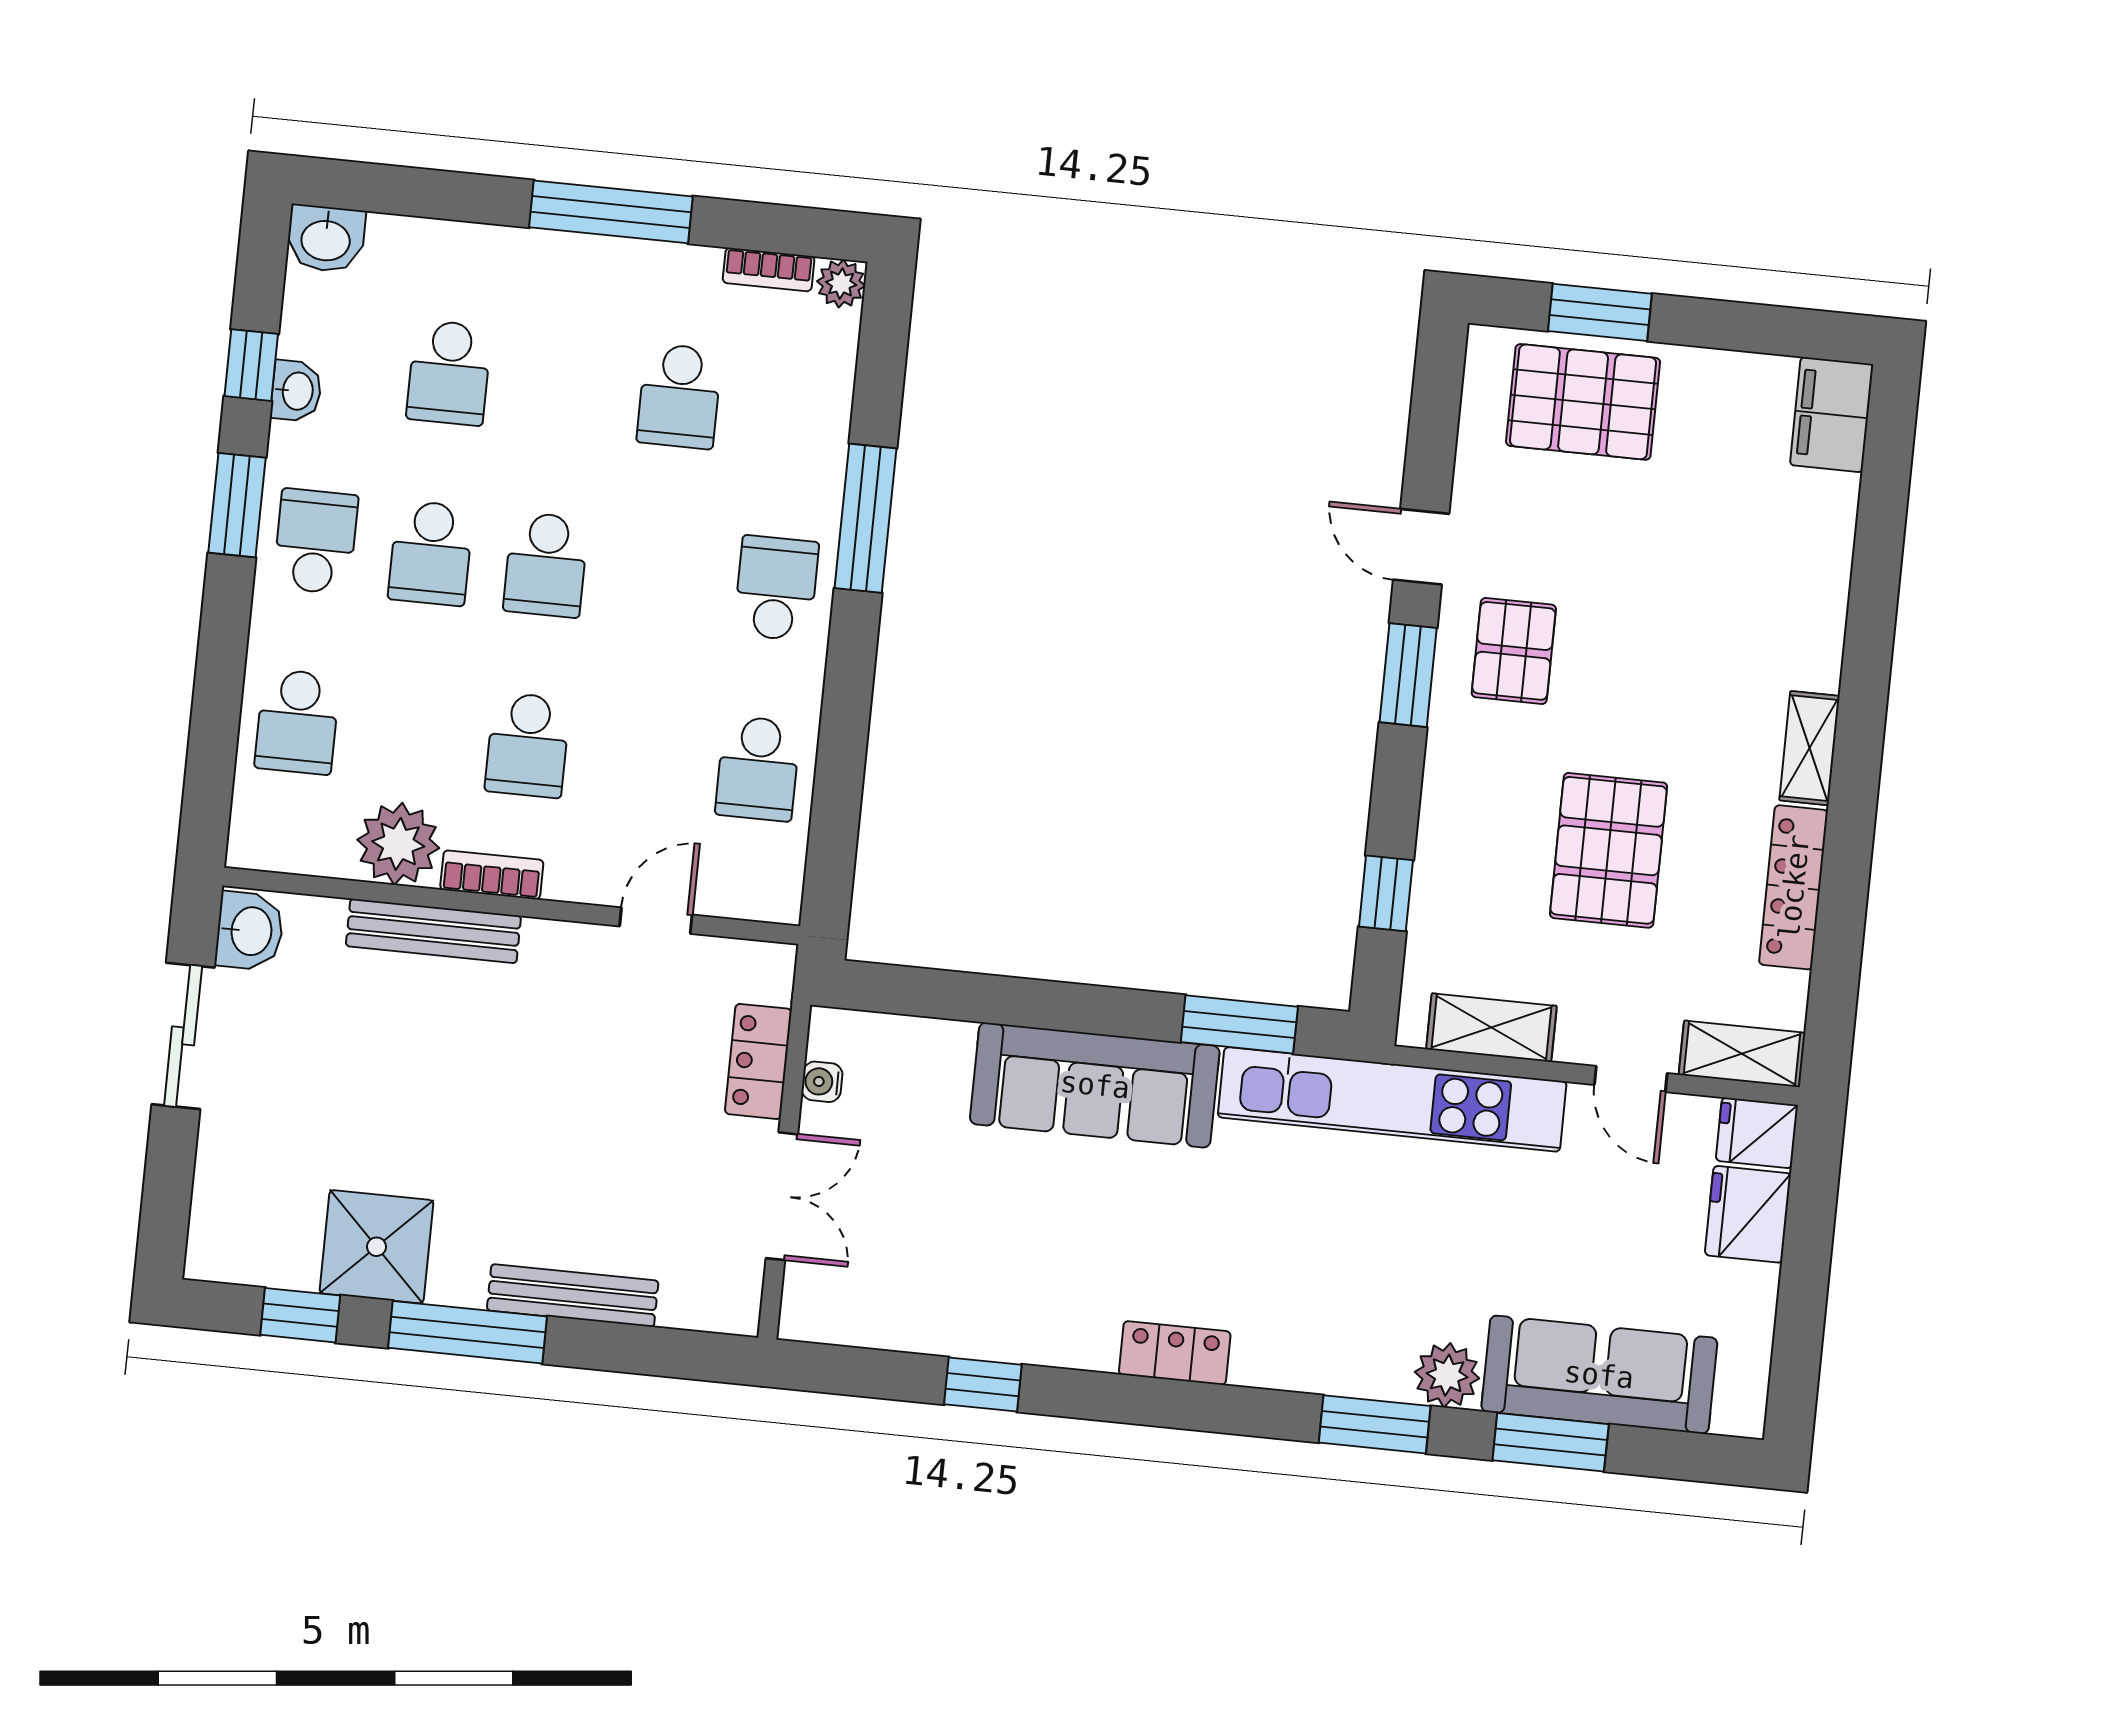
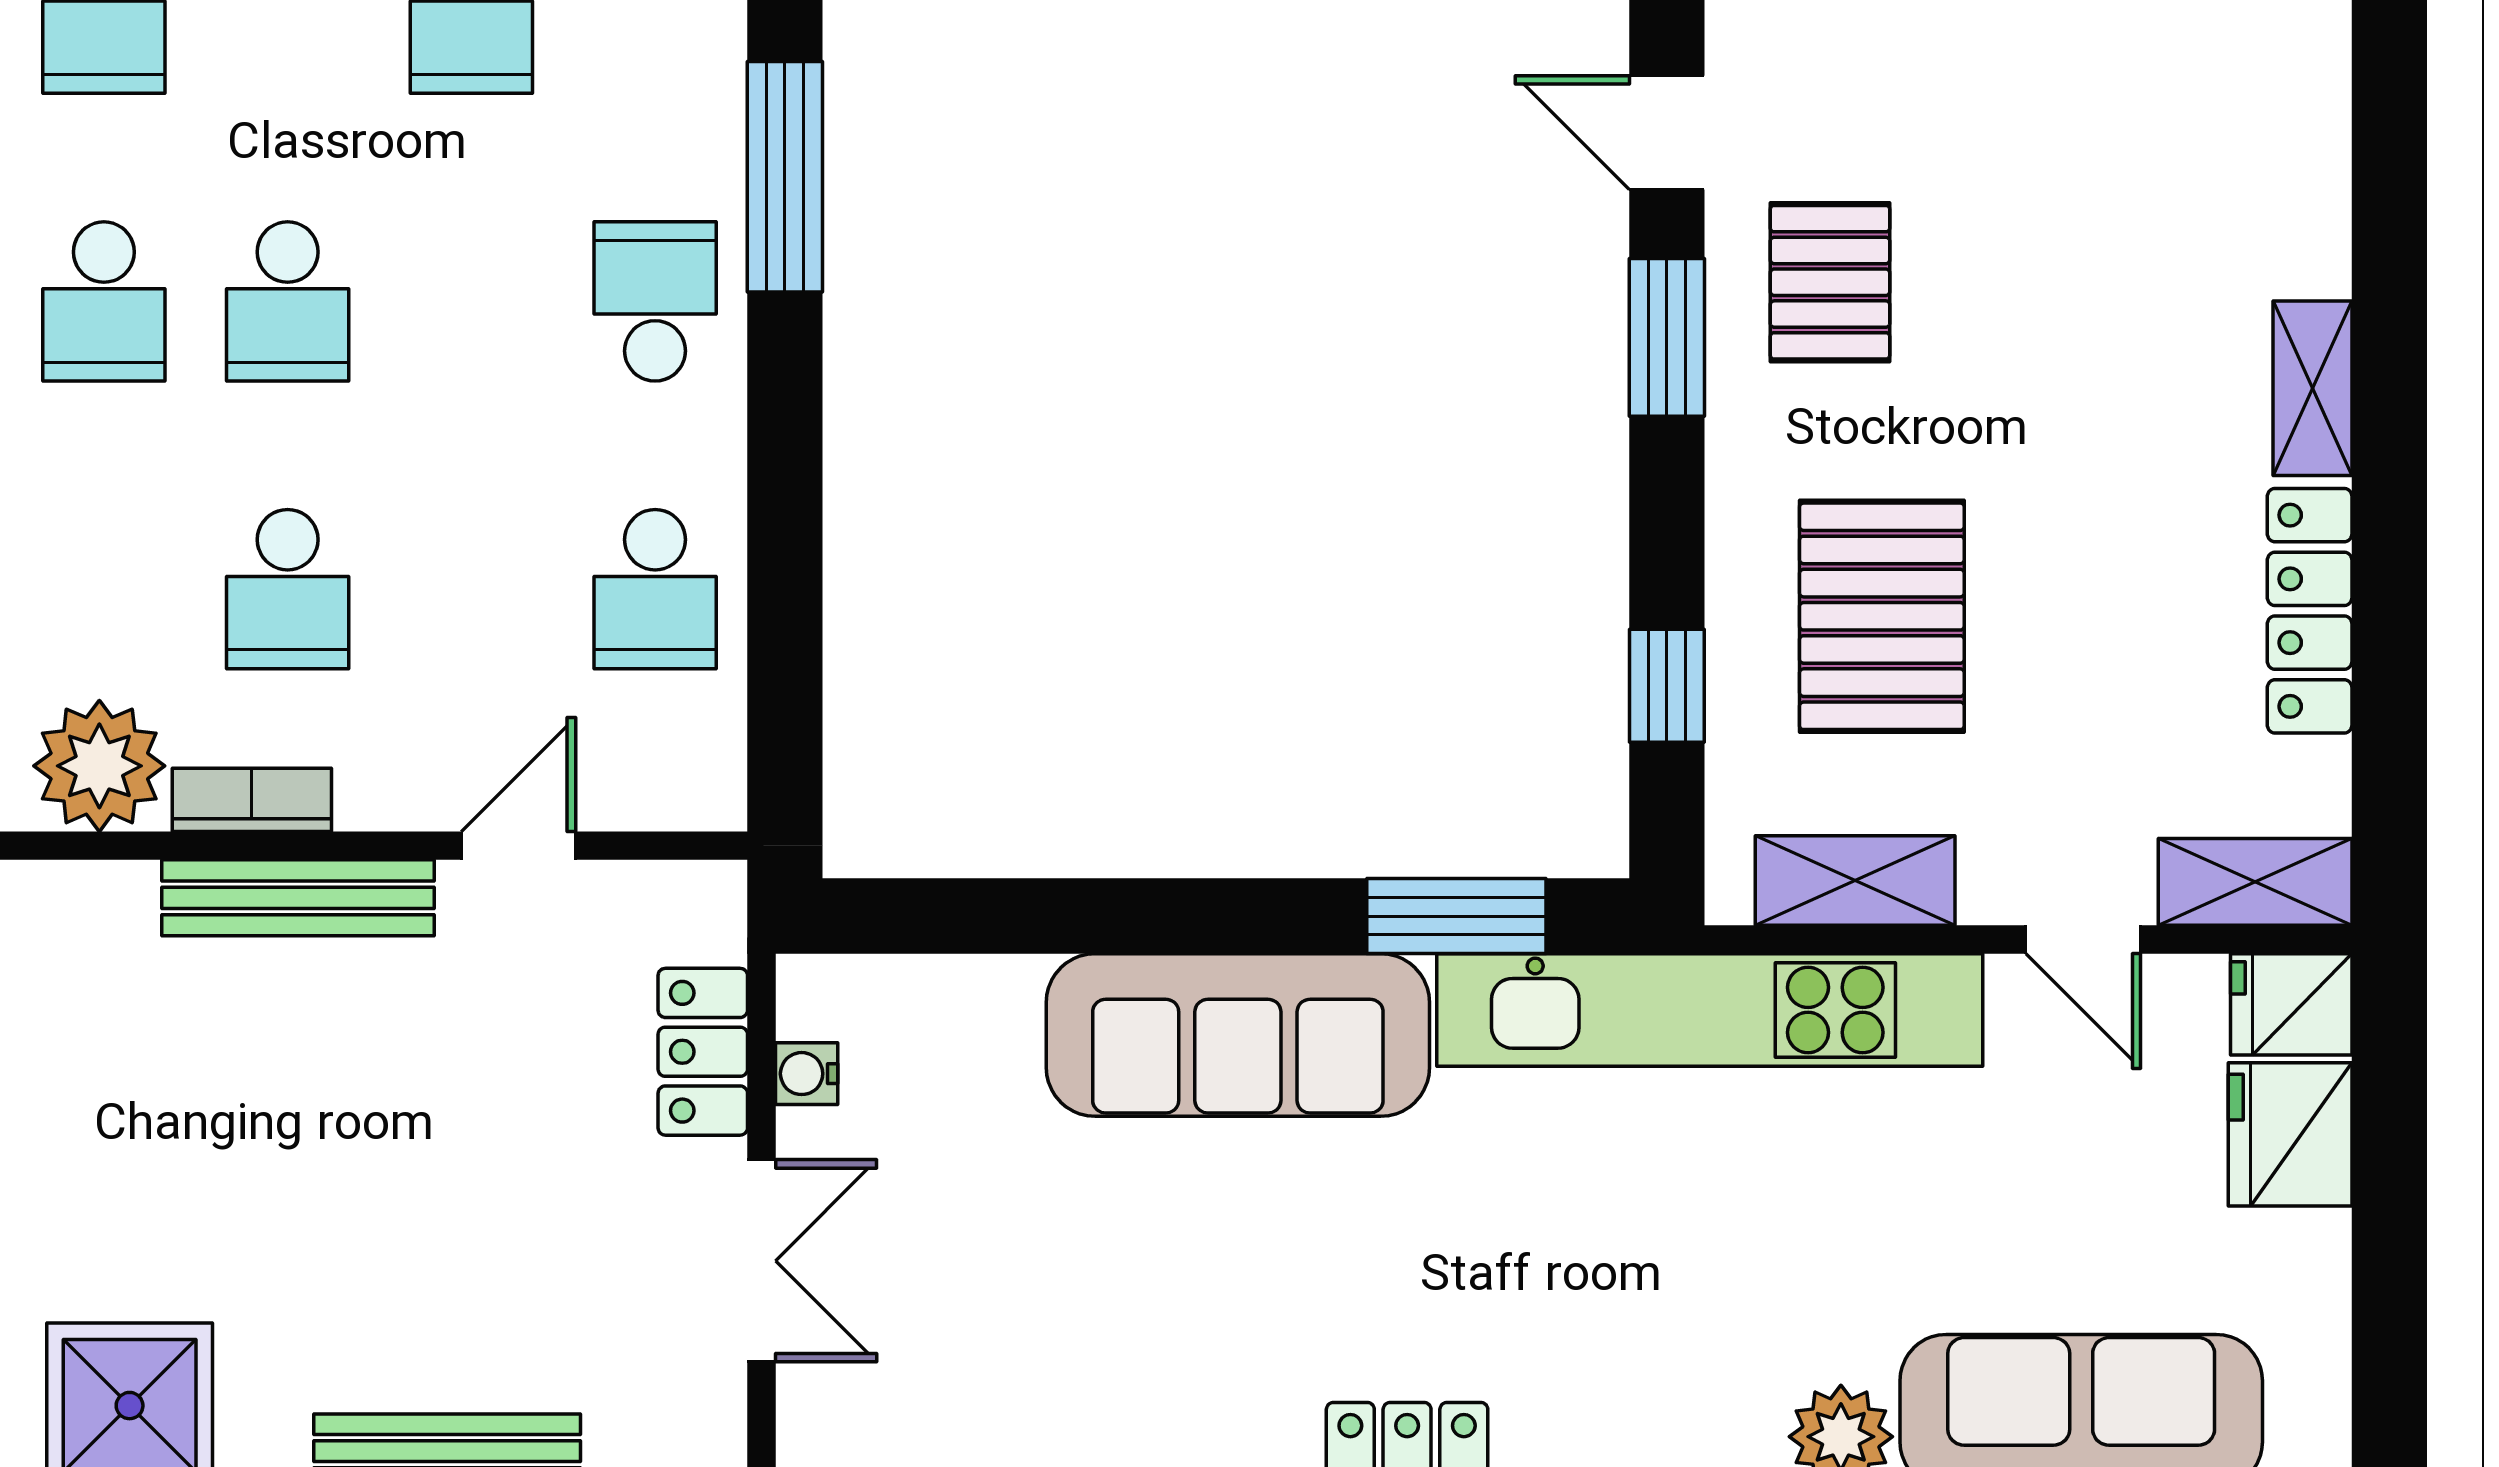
pallet: (1609, 850) -> (1882, 616), moved
bench: (433, 931) -> (298, 898), moved

